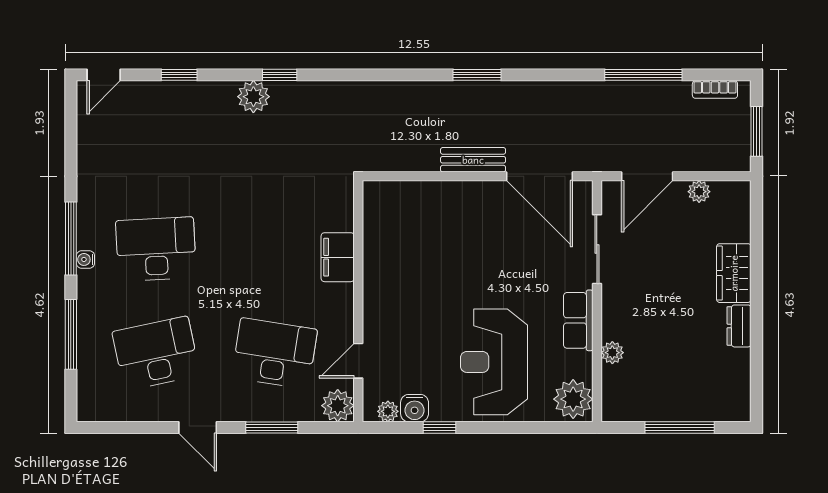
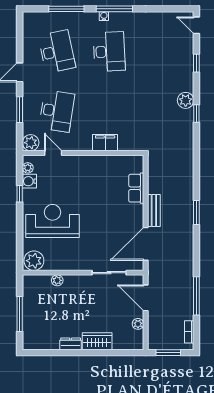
row of seats: (578, 320) -> (136, 188), moved, turned -90

